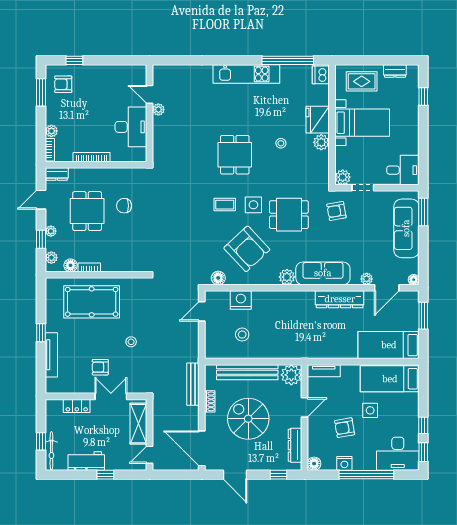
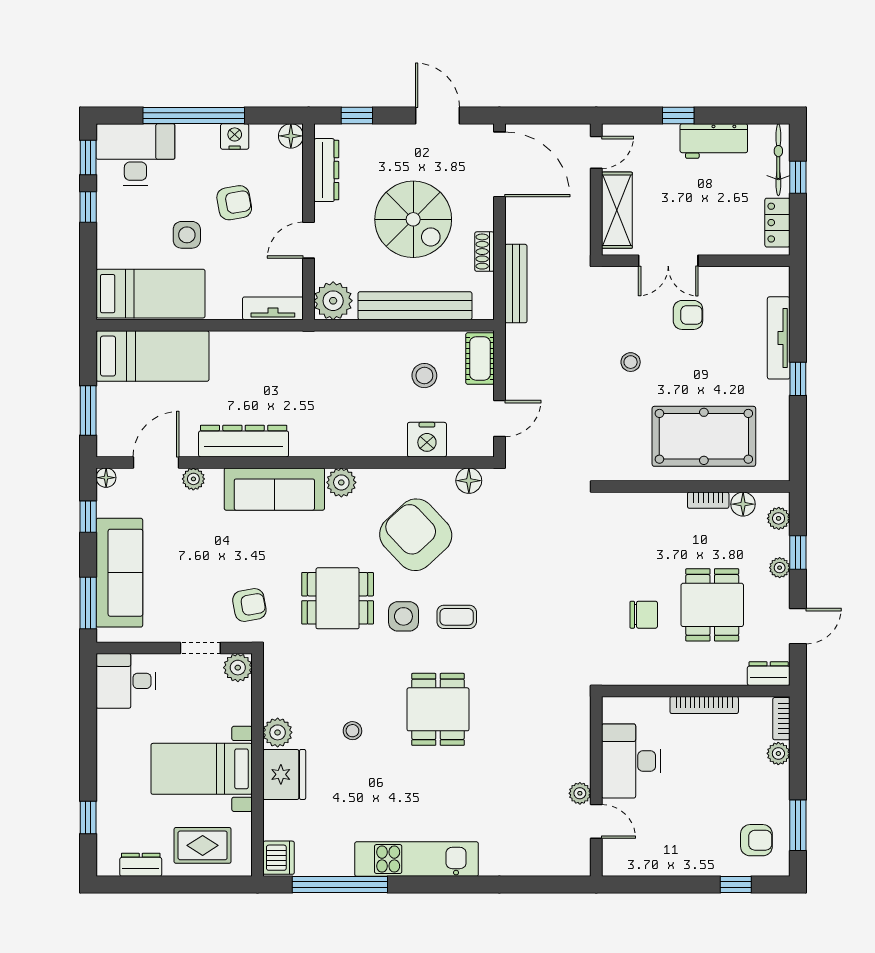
window: (423, 259) -> (88, 517), added
cot: (212, 344) -> (480, 358), added
locker: (77, 406) -> (777, 223), moved, turned -90

